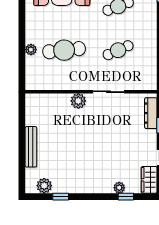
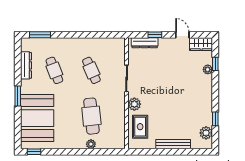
rug: (52, 108) -> (140, 127), added

